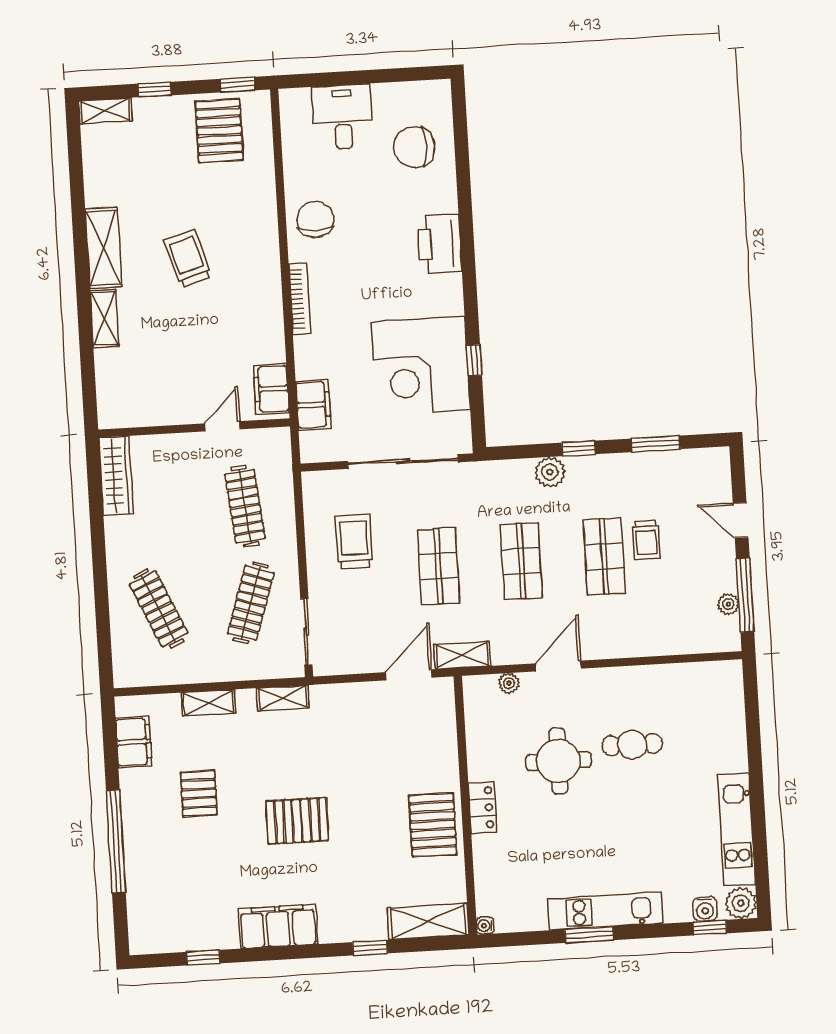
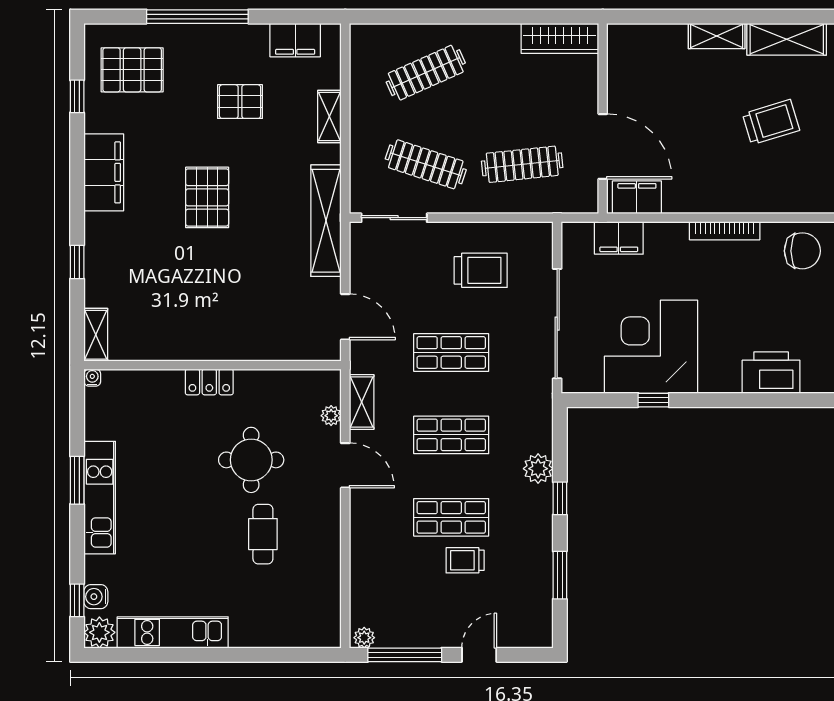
door: (222, 426) -> (603, 146), width x1.87
plant: (728, 604) -> (364, 638), moved
shelving: (462, 655) -> (362, 402), moved
shelving: (283, 698) -> (326, 221), width x2.20, depth x1.33
pallet: (433, 825) -> (132, 70), moved
shelving: (428, 922) -> (96, 335), width x0.67, depth x0.75

